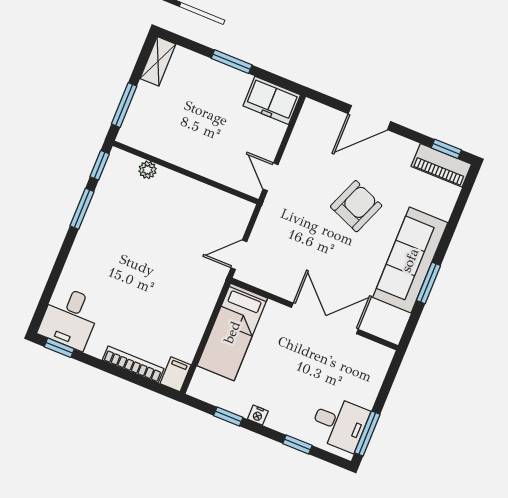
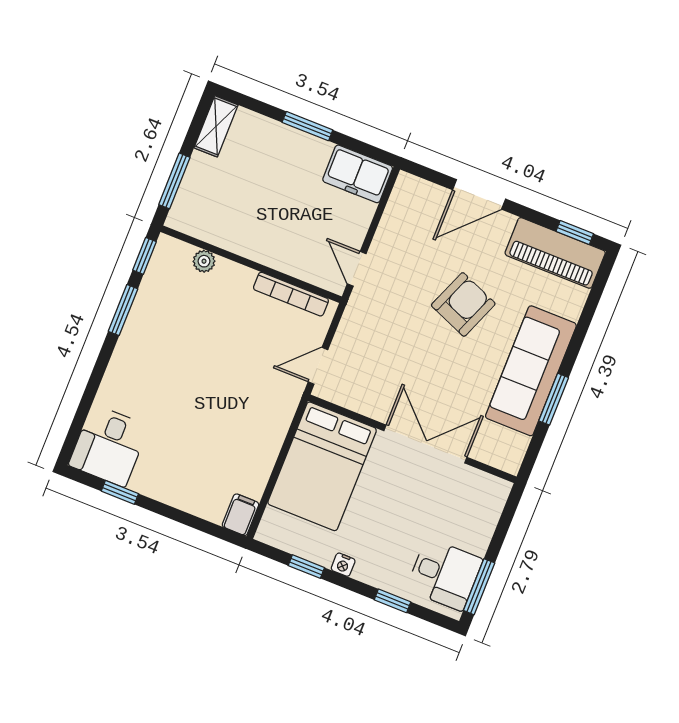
piano: (441, 165) -> (555, 253), width x1.37, depth x1.33
bed: (232, 332) -> (322, 466), width x1.50
window: (59, 348) -> (120, 492), moved
bookcase: (133, 364) -> (291, 294), moved, turned 180

